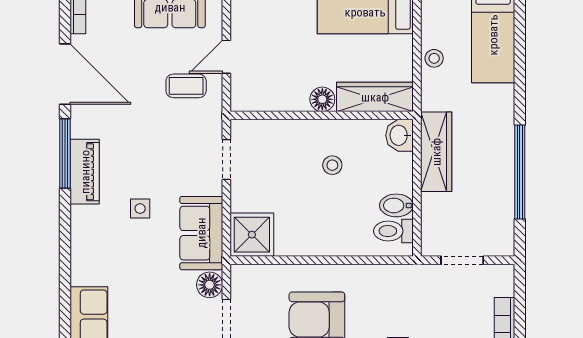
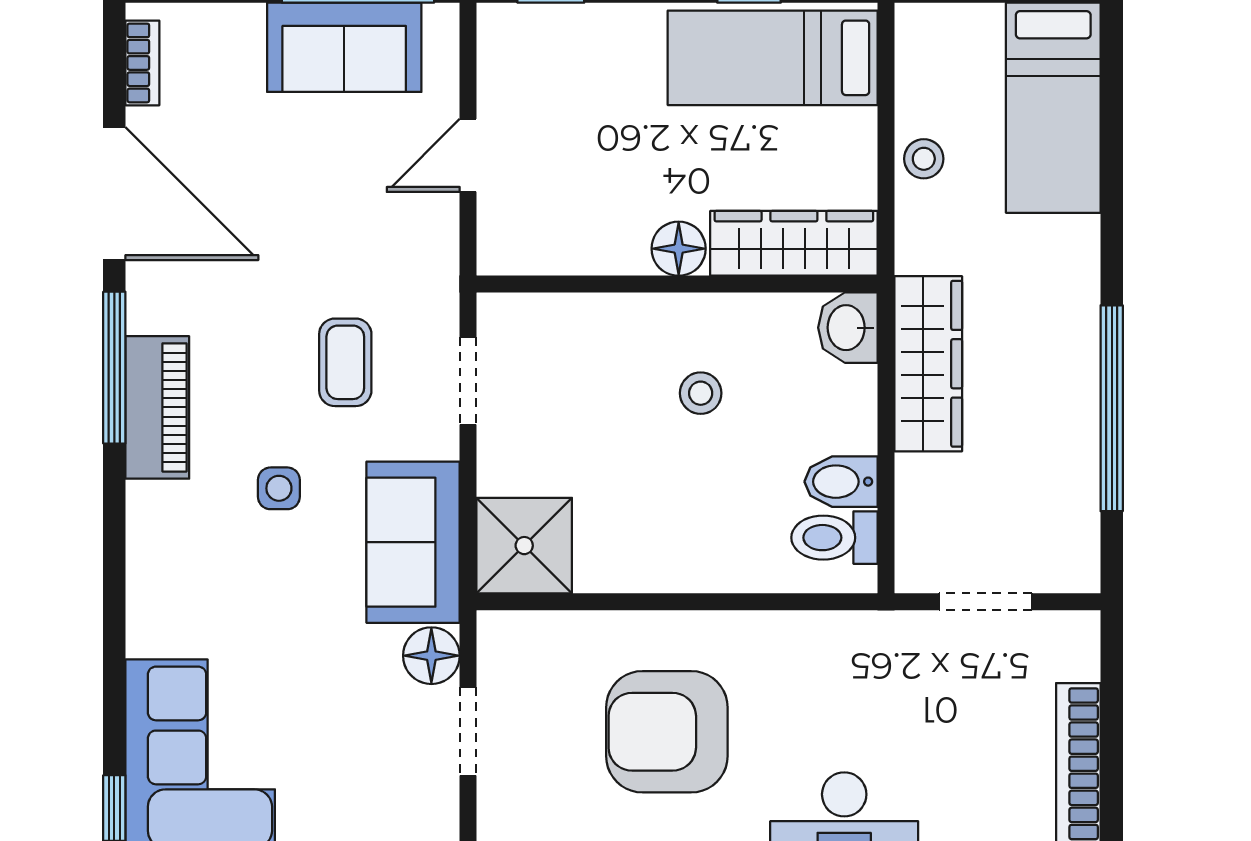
coffee table: (186, 86) -> (345, 362), moved, turned 90

